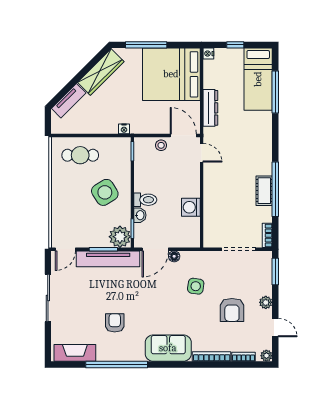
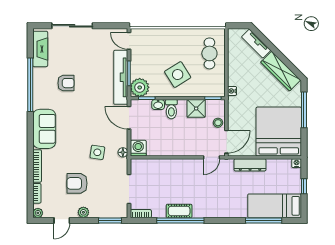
shower: (144, 171) -> (196, 108), added
washing machine: (191, 207) -> (138, 148), moved
floor lamp: (174, 256) -> (123, 152), moved
sliding door: (48, 298) -> (72, 26), moved

